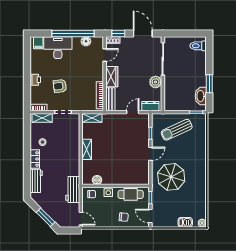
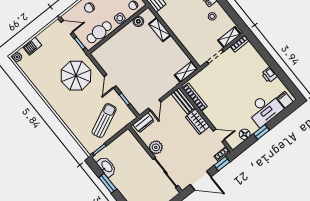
window: (73, 33) -> (261, 132), width x0.32
door: (105, 55) -> (219, 135), swing flipped
printer: (35, 80) -> (269, 75), moved
armchair: (60, 86) -> (236, 77), removed
shelving: (87, 149) -> (160, 30), moved

